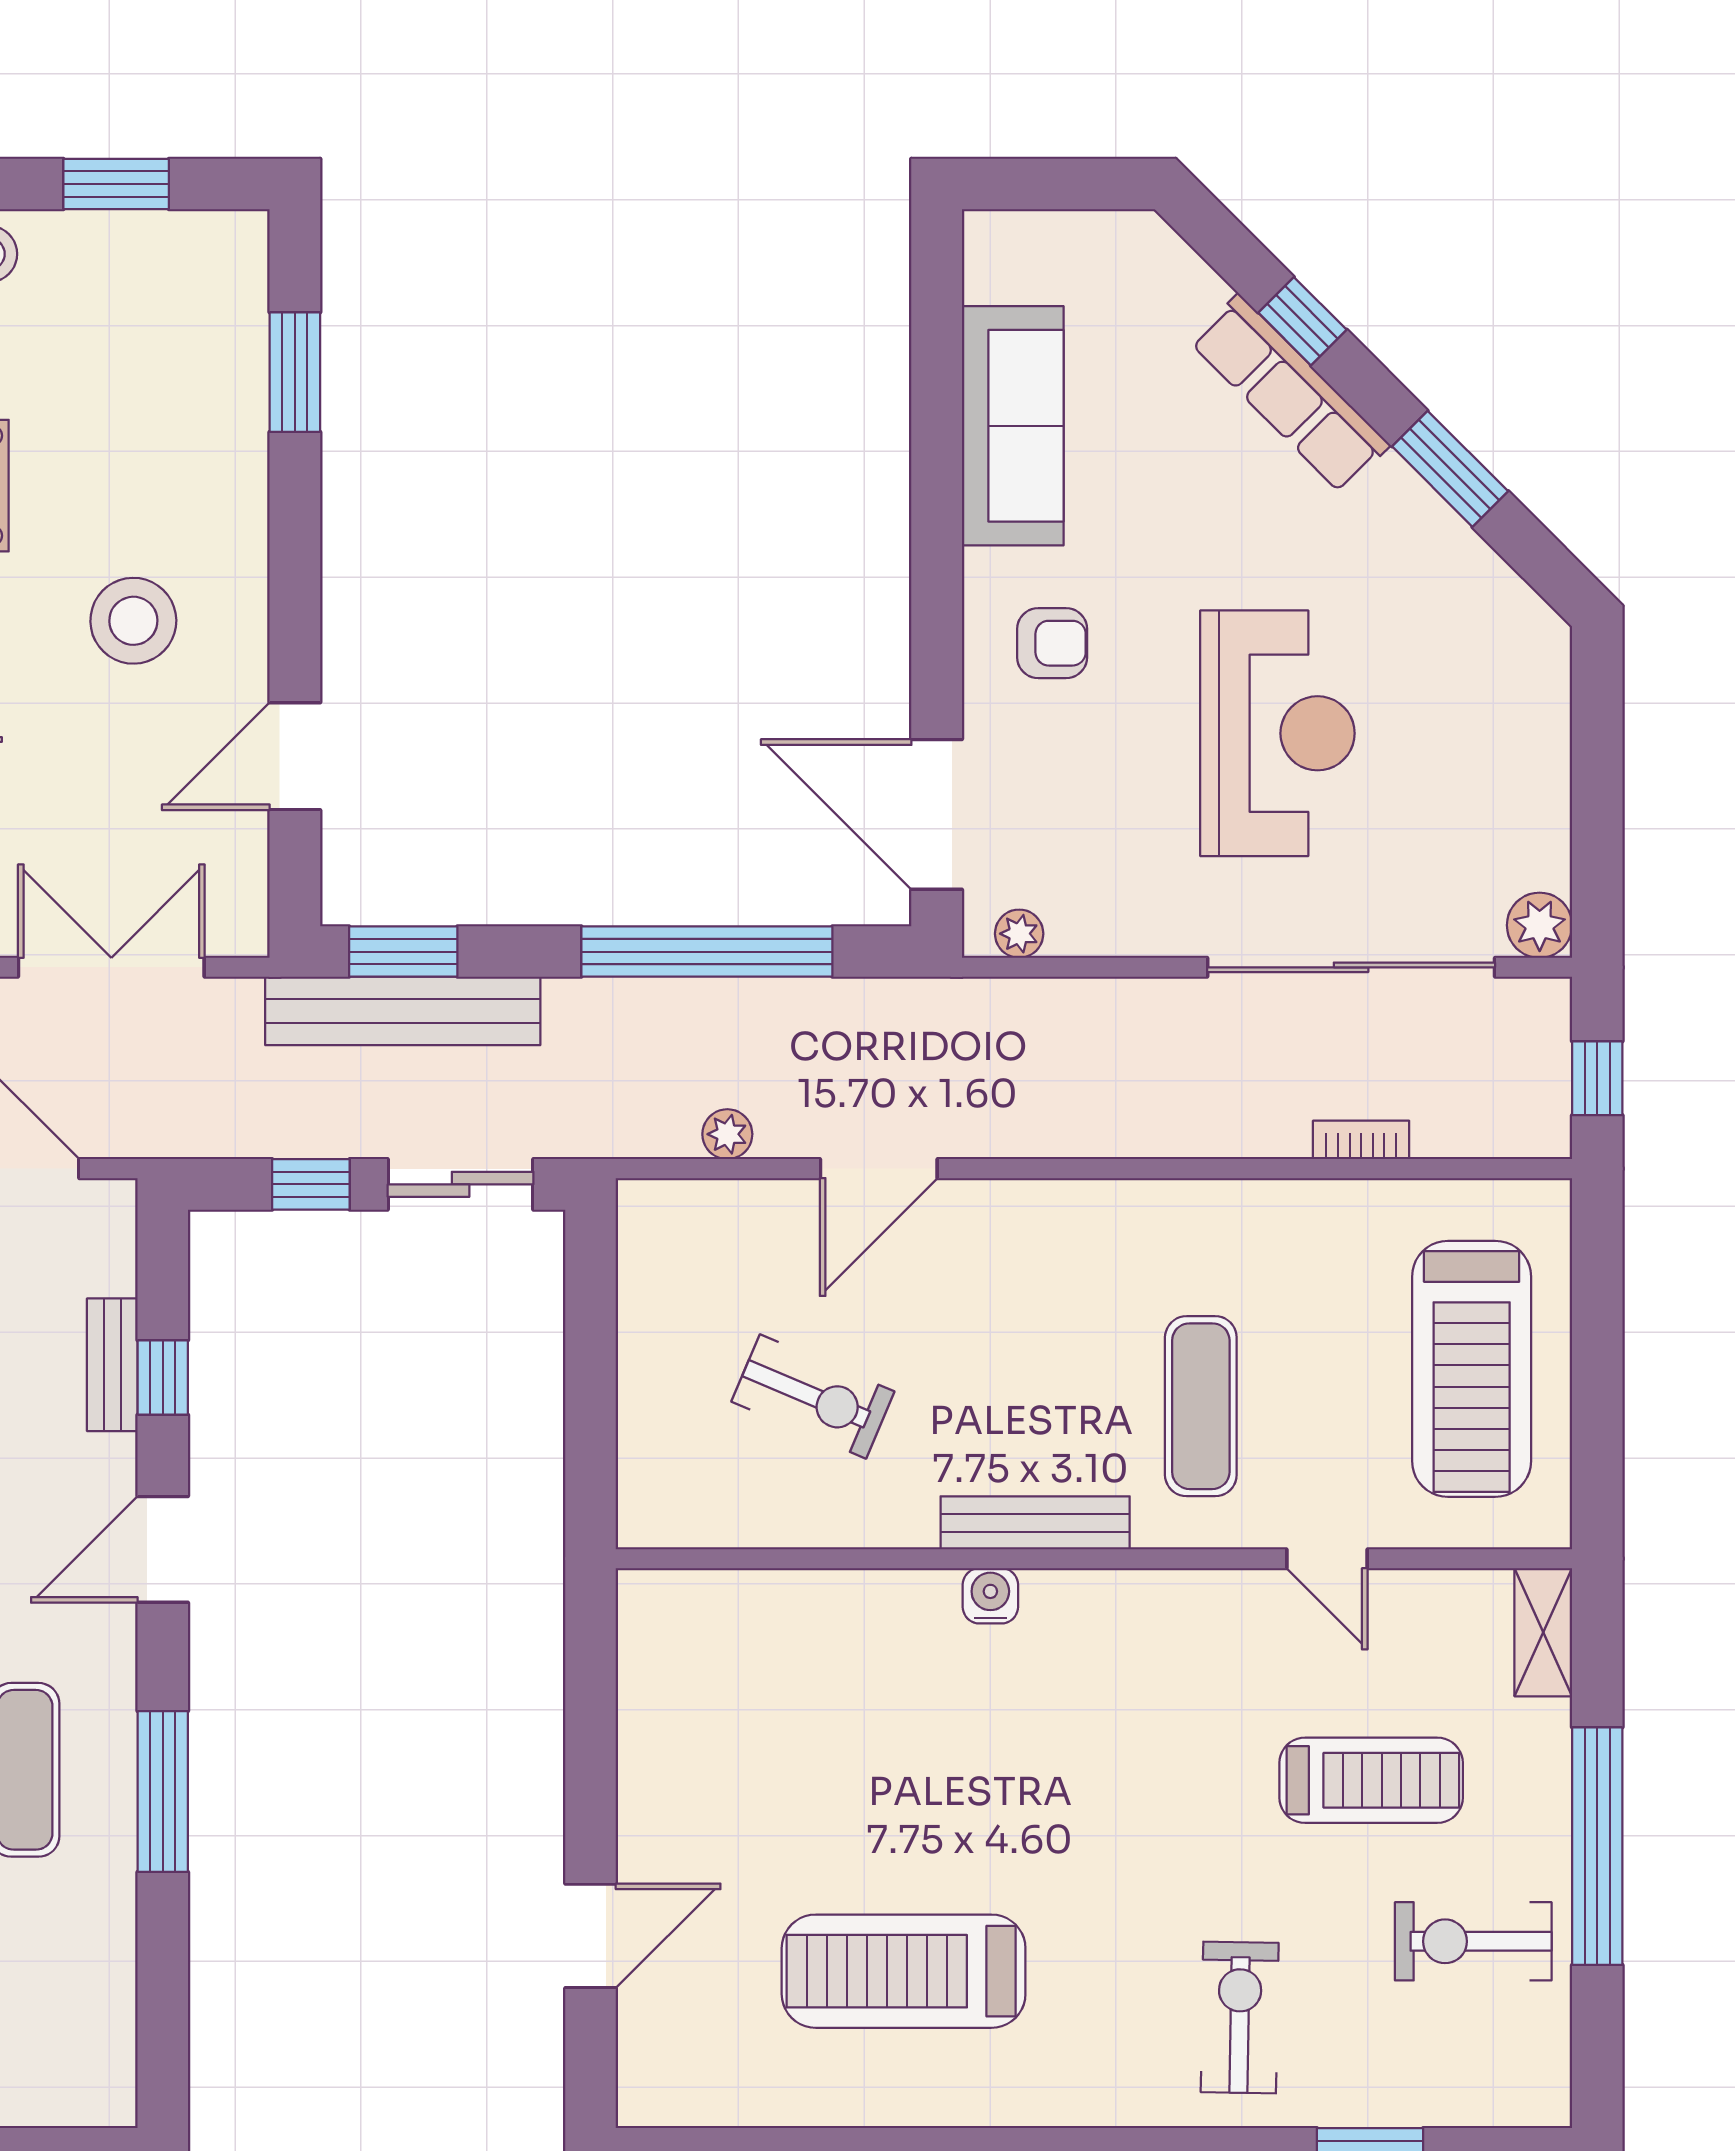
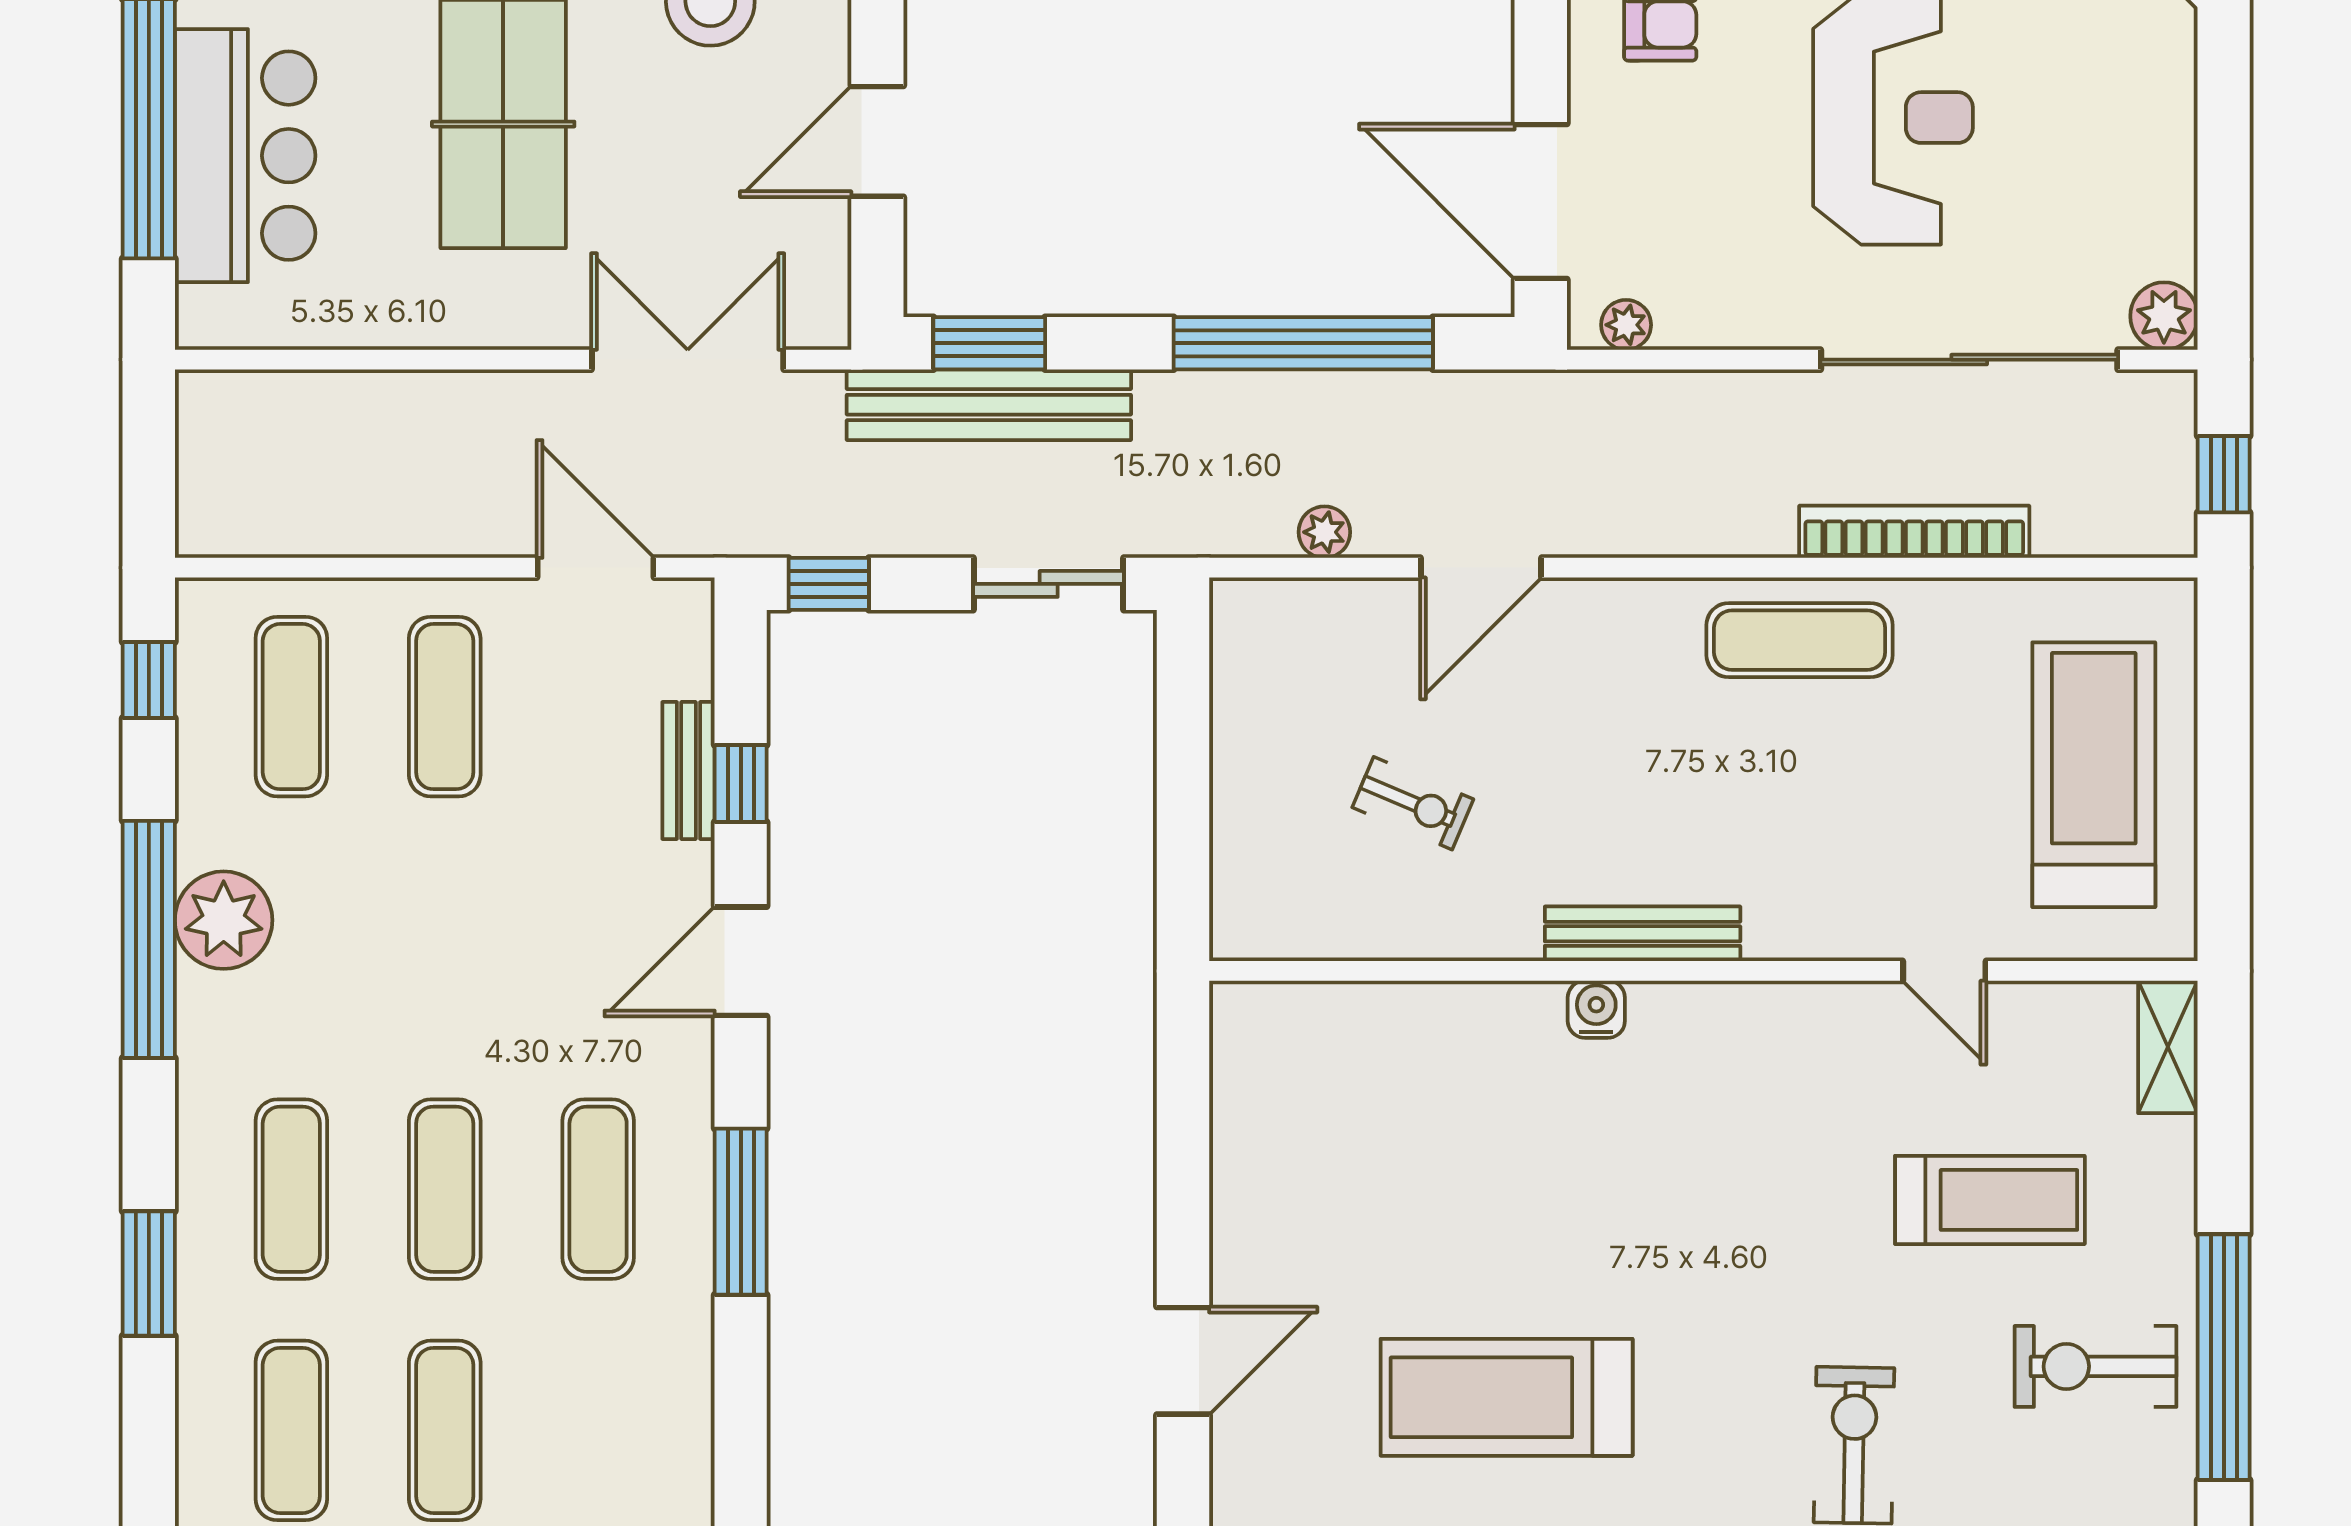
bookcase: (1361, 1140) -> (1914, 532), width x2.31, depth x1.31
window: (311, 1184) -> (829, 584), moved
treadmill: (1472, 1369) -> (2094, 775), turned 180
exercise bike: (813, 1397) -> (1413, 803), width x0.73, depth x0.72
exercise mat: (1201, 1406) -> (1800, 640), moved, turned 90
window: (1597, 1846) -> (2224, 1357), moved

